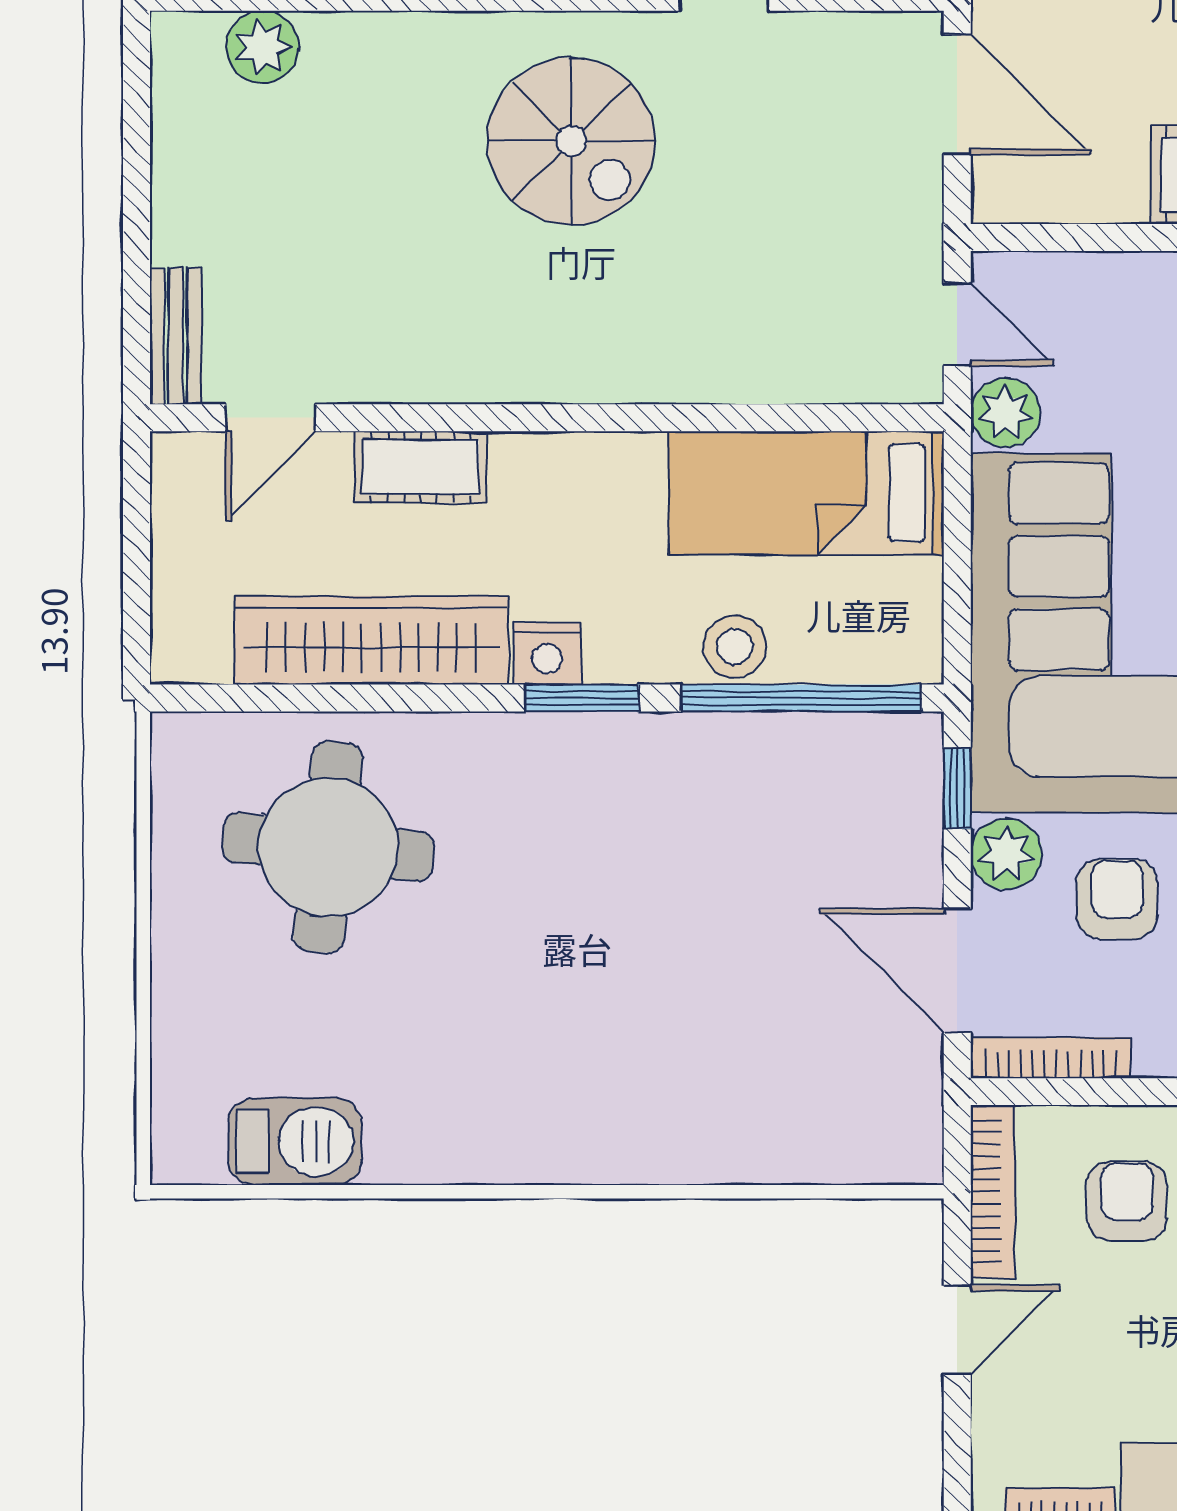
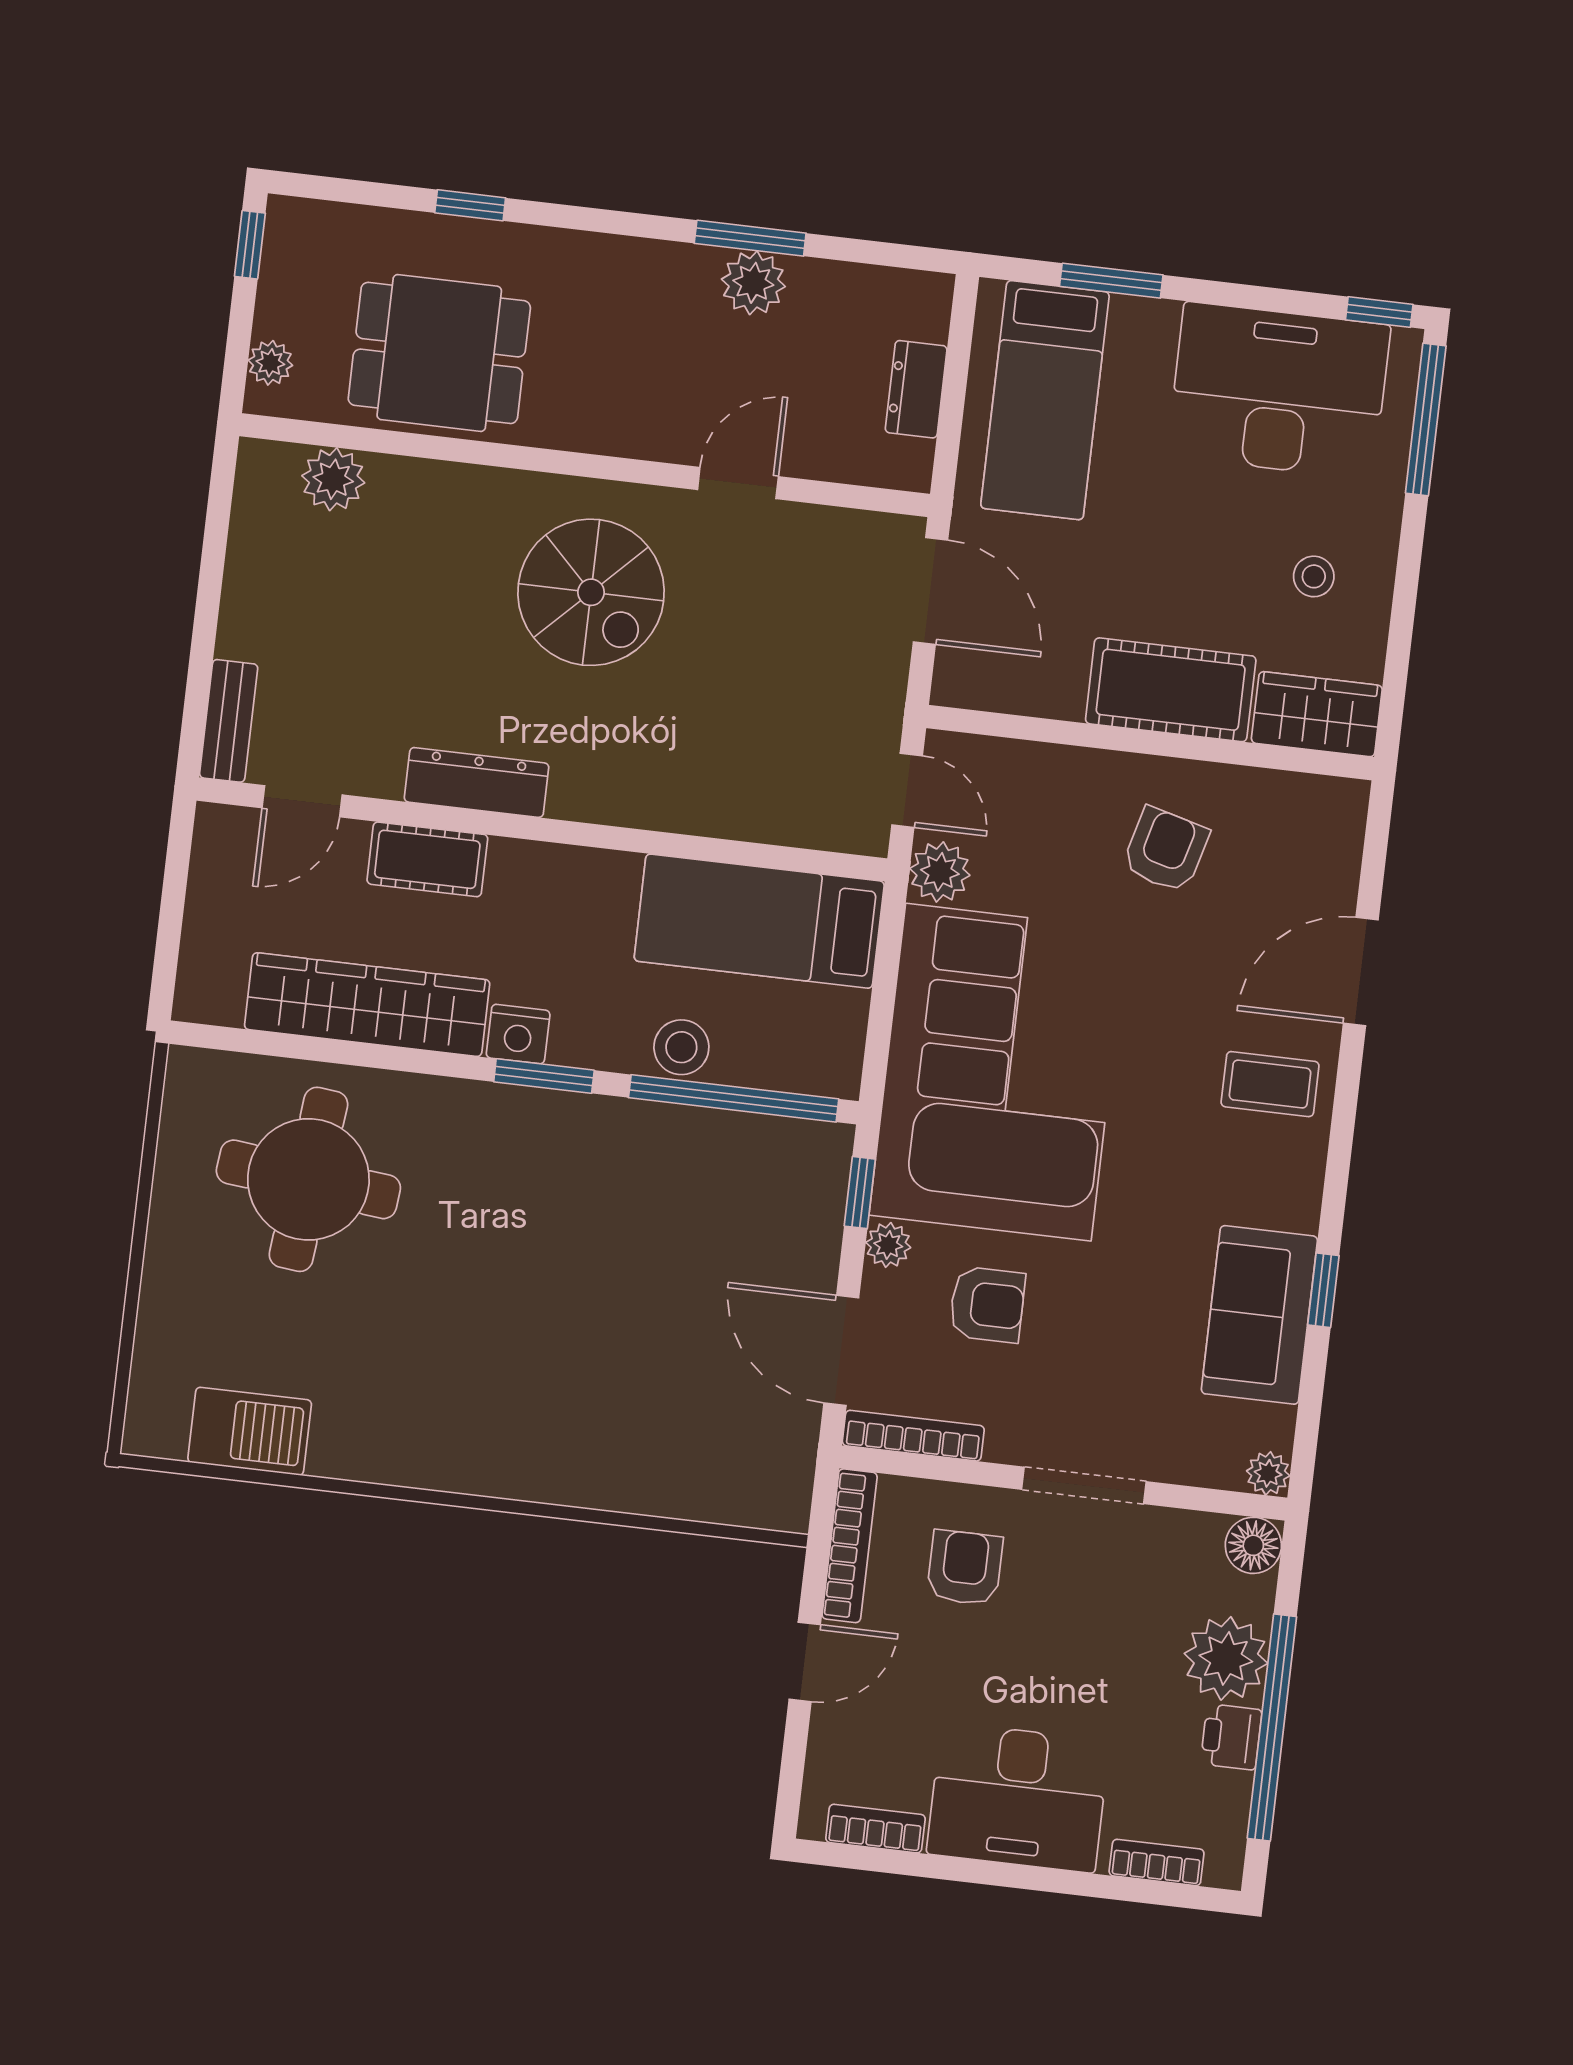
dresser: (466, 373) -> (477, 782), added
plant: (1006, 854) -> (888, 1245), width x0.73, depth x0.73
armchair: (1117, 899) -> (987, 1305), turned 90

